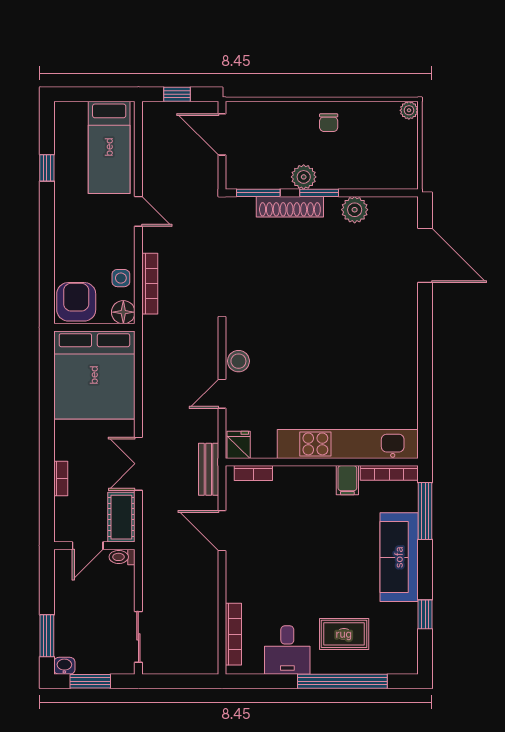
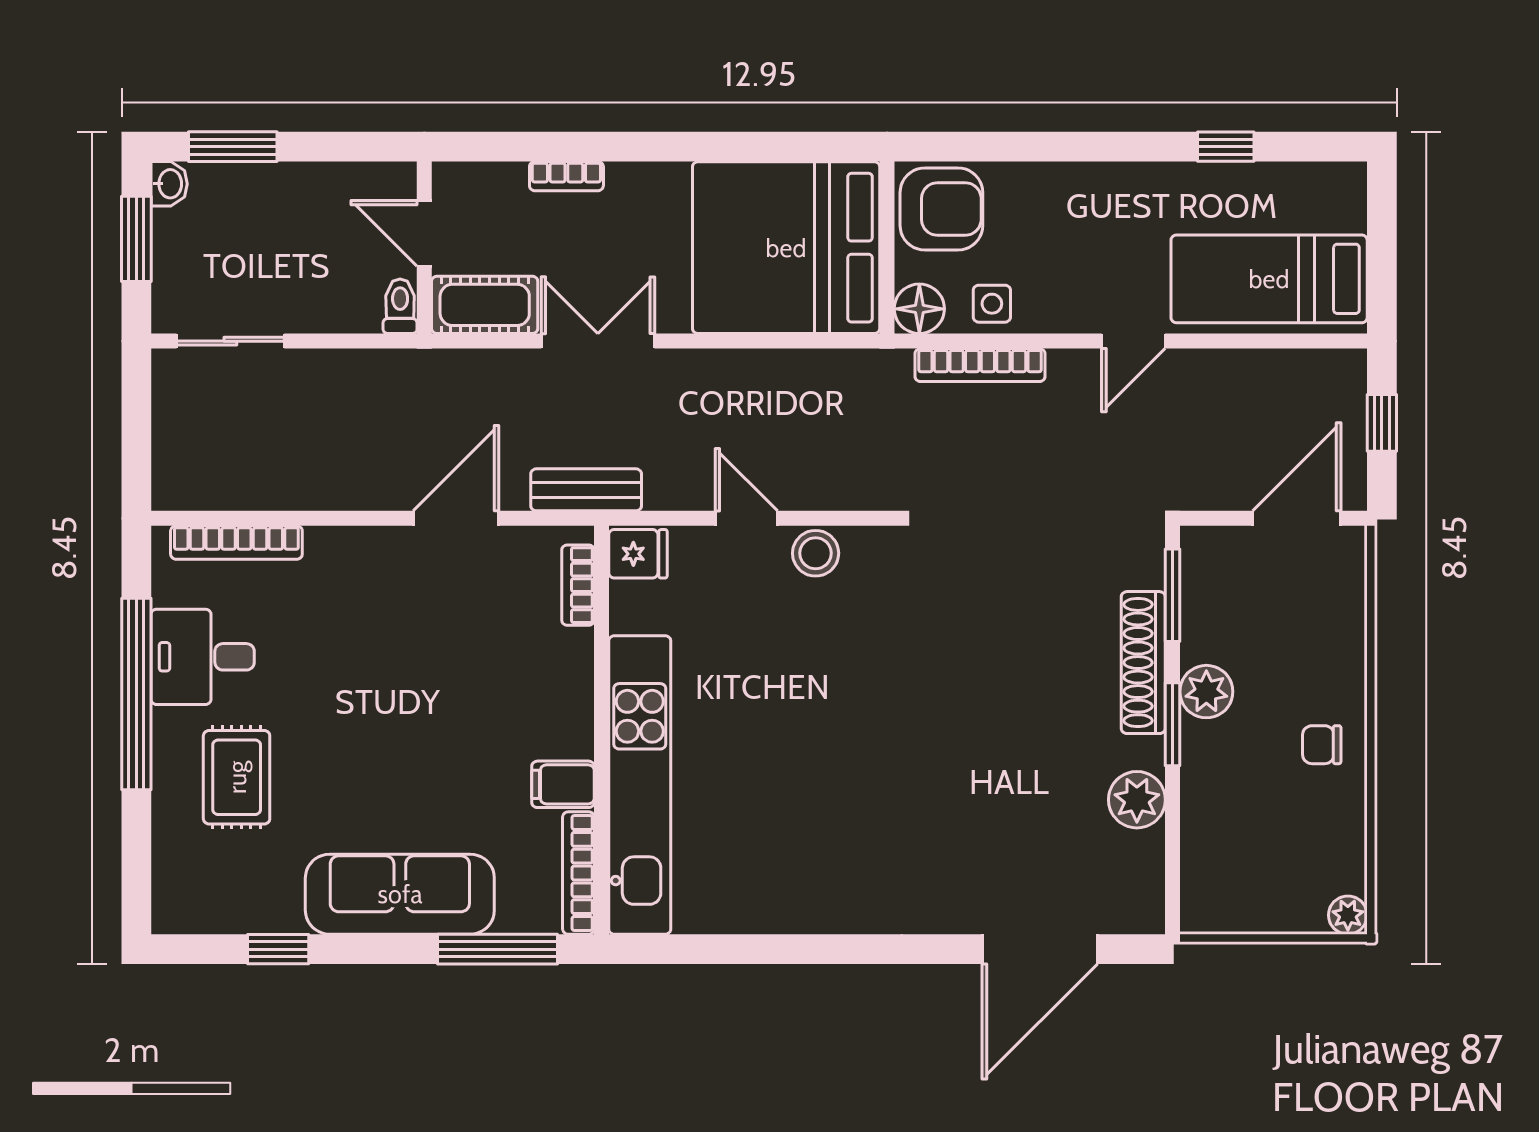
window: (342, 681) -> (136, 694), moved

